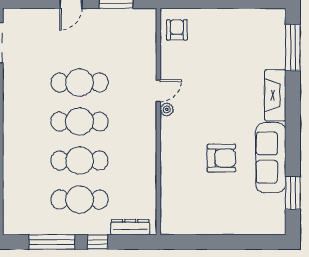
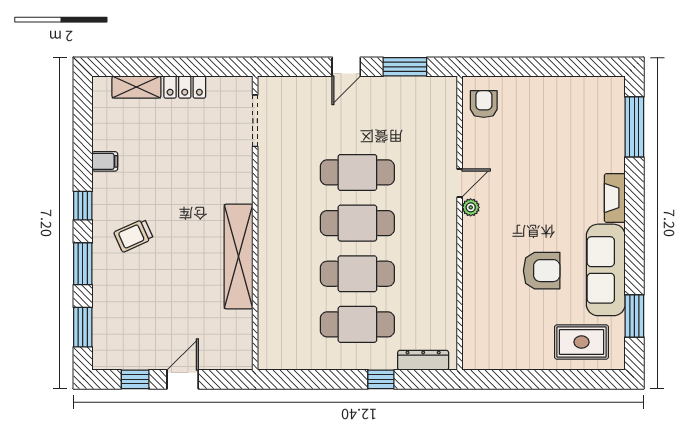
fireplace: (275, 95) -> (615, 198), width x0.73, depth x0.76
rug: (252, 213) -> (581, 342), added
window: (52, 242) -> (322, 379), removed

